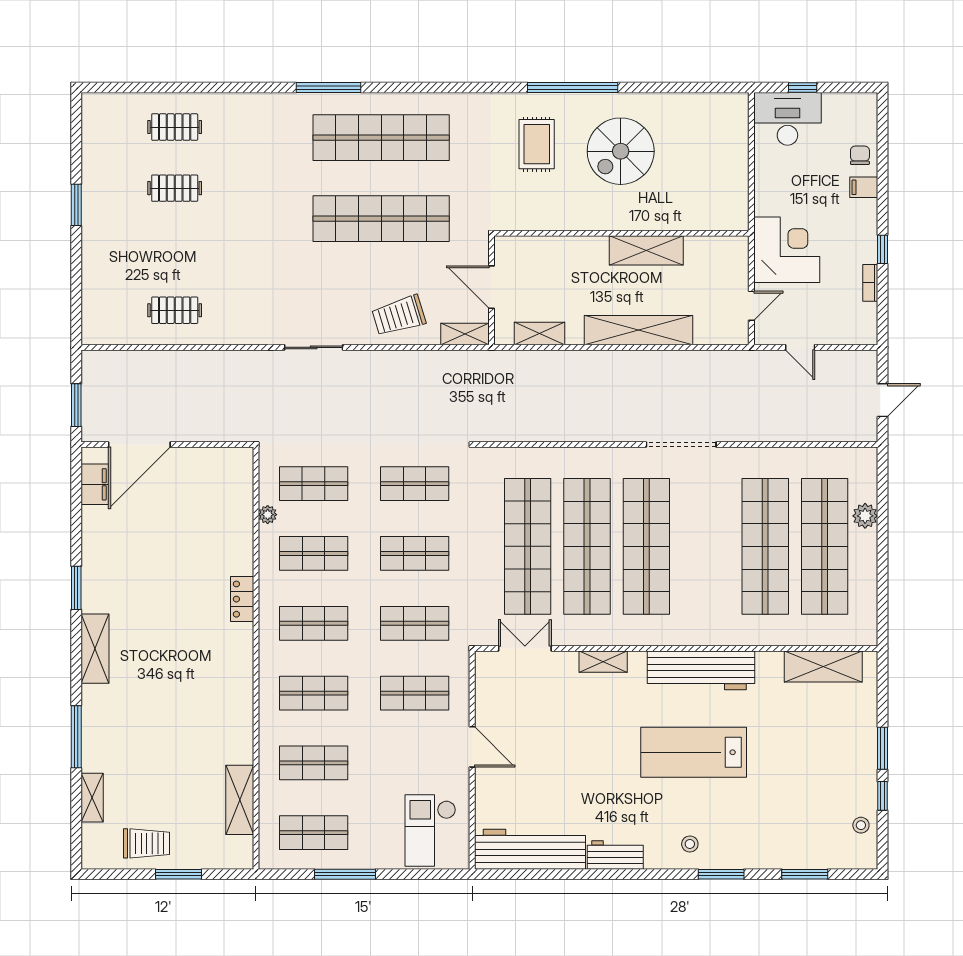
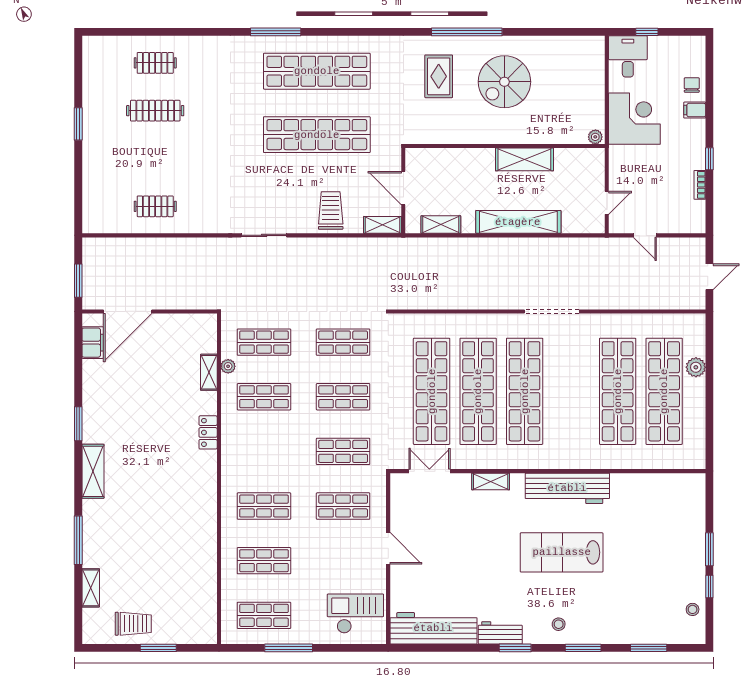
desk: (787, 119) -> (628, 56), width x0.73
clothes rail: (175, 188) -> (155, 111), width x1.36
plant: (737, 222) -> (595, 137), added
corner desk: (787, 250) -> (634, 119), moved
trolley: (399, 316) -> (331, 211), turned 107
shop shelf: (314, 623) -> (264, 451), removed
shelving: (823, 666) -> (663, 485), removed
shelving: (240, 800) -> (209, 372), moved, width x0.67, depth x0.75
checkout: (430, 830) -> (355, 614), turned 90
window: (634, 874) -> (515, 648), added

